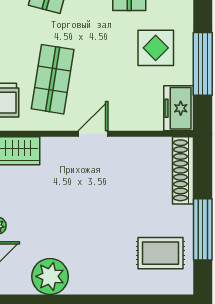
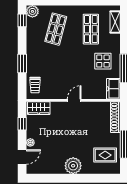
shop shelf: (53, 79) -> (56, 75), removed
plant: (50, 276) -> (73, 166), moved

